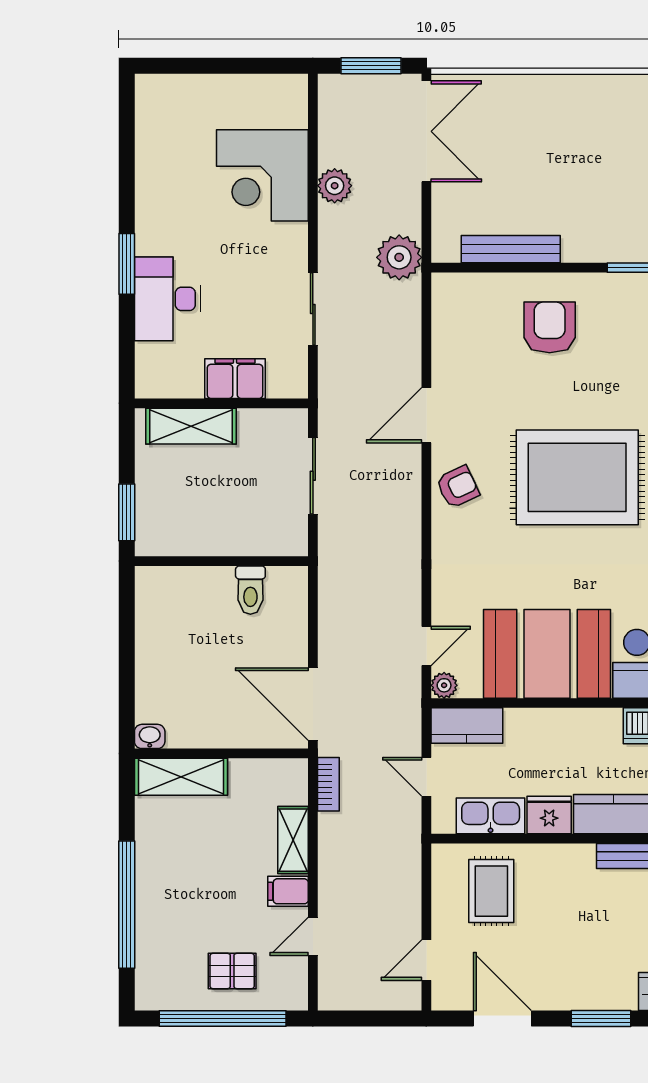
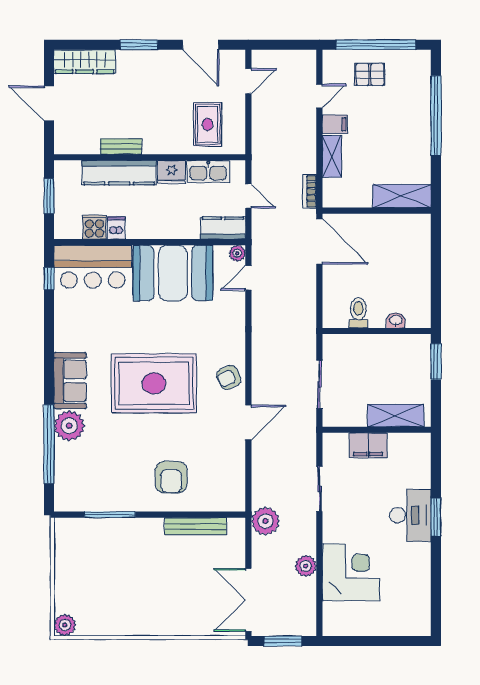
desk: (168, 299) -> (410, 515), moved
washbasin: (150, 736) -> (396, 320), moved, turned 180

